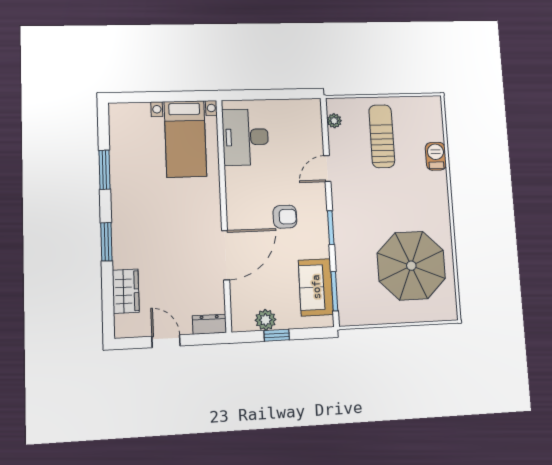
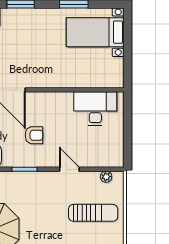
bed with nightstands: (185, 139) -> (95, 32), moved
armchair: (285, 217) -> (34, 135), turned -90

